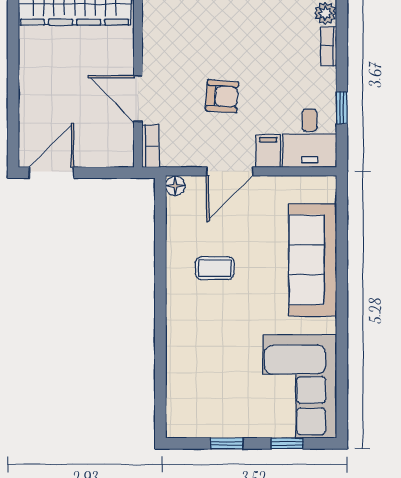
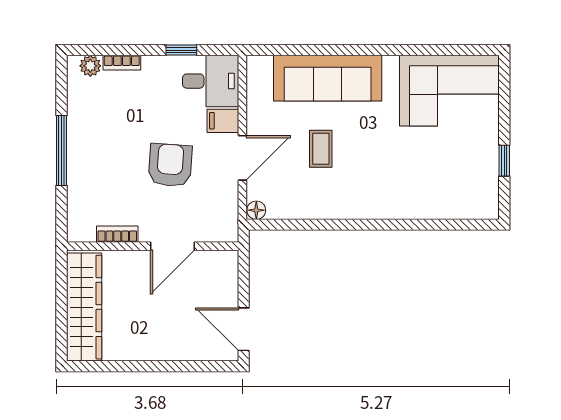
armchair: (222, 96) -> (170, 165), width x1.38, depth x1.38
bookcase: (150, 146) -> (117, 234), moved
door: (230, 171) -> (242, 158), hinge flipped
coffee table: (215, 268) -> (321, 149), moved
window: (287, 443) -> (504, 102), removed

